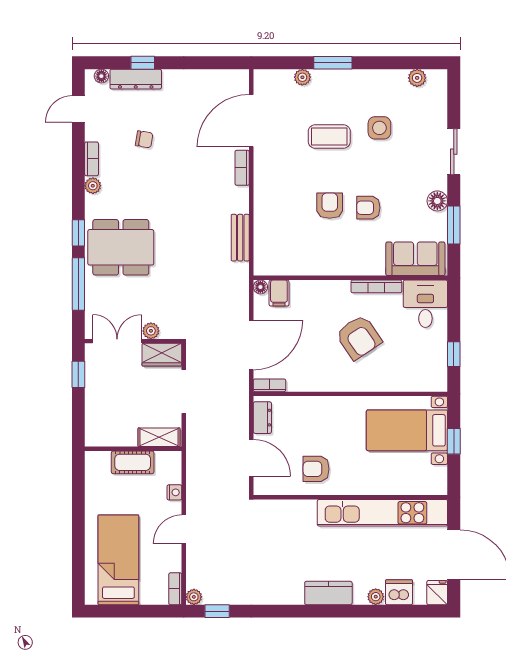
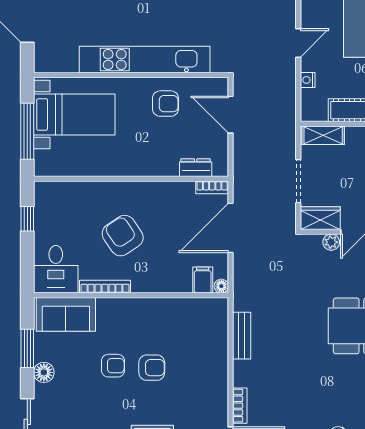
armchair: (330, 206) -> (152, 368), turned -90
dresser: (262, 418) -> (196, 168), moved, turned 90
bed with nightstands: (407, 430) -> (74, 114), moved
window: (454, 441) -> (27, 131), width x2.17
kitchen unit: (382, 513) -> (145, 60), moved

